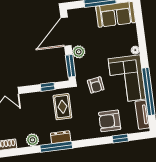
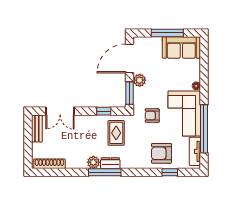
armchair: (96, 85) -> (152, 116), turned 99
plant: (32, 140) -> (93, 162), moved

